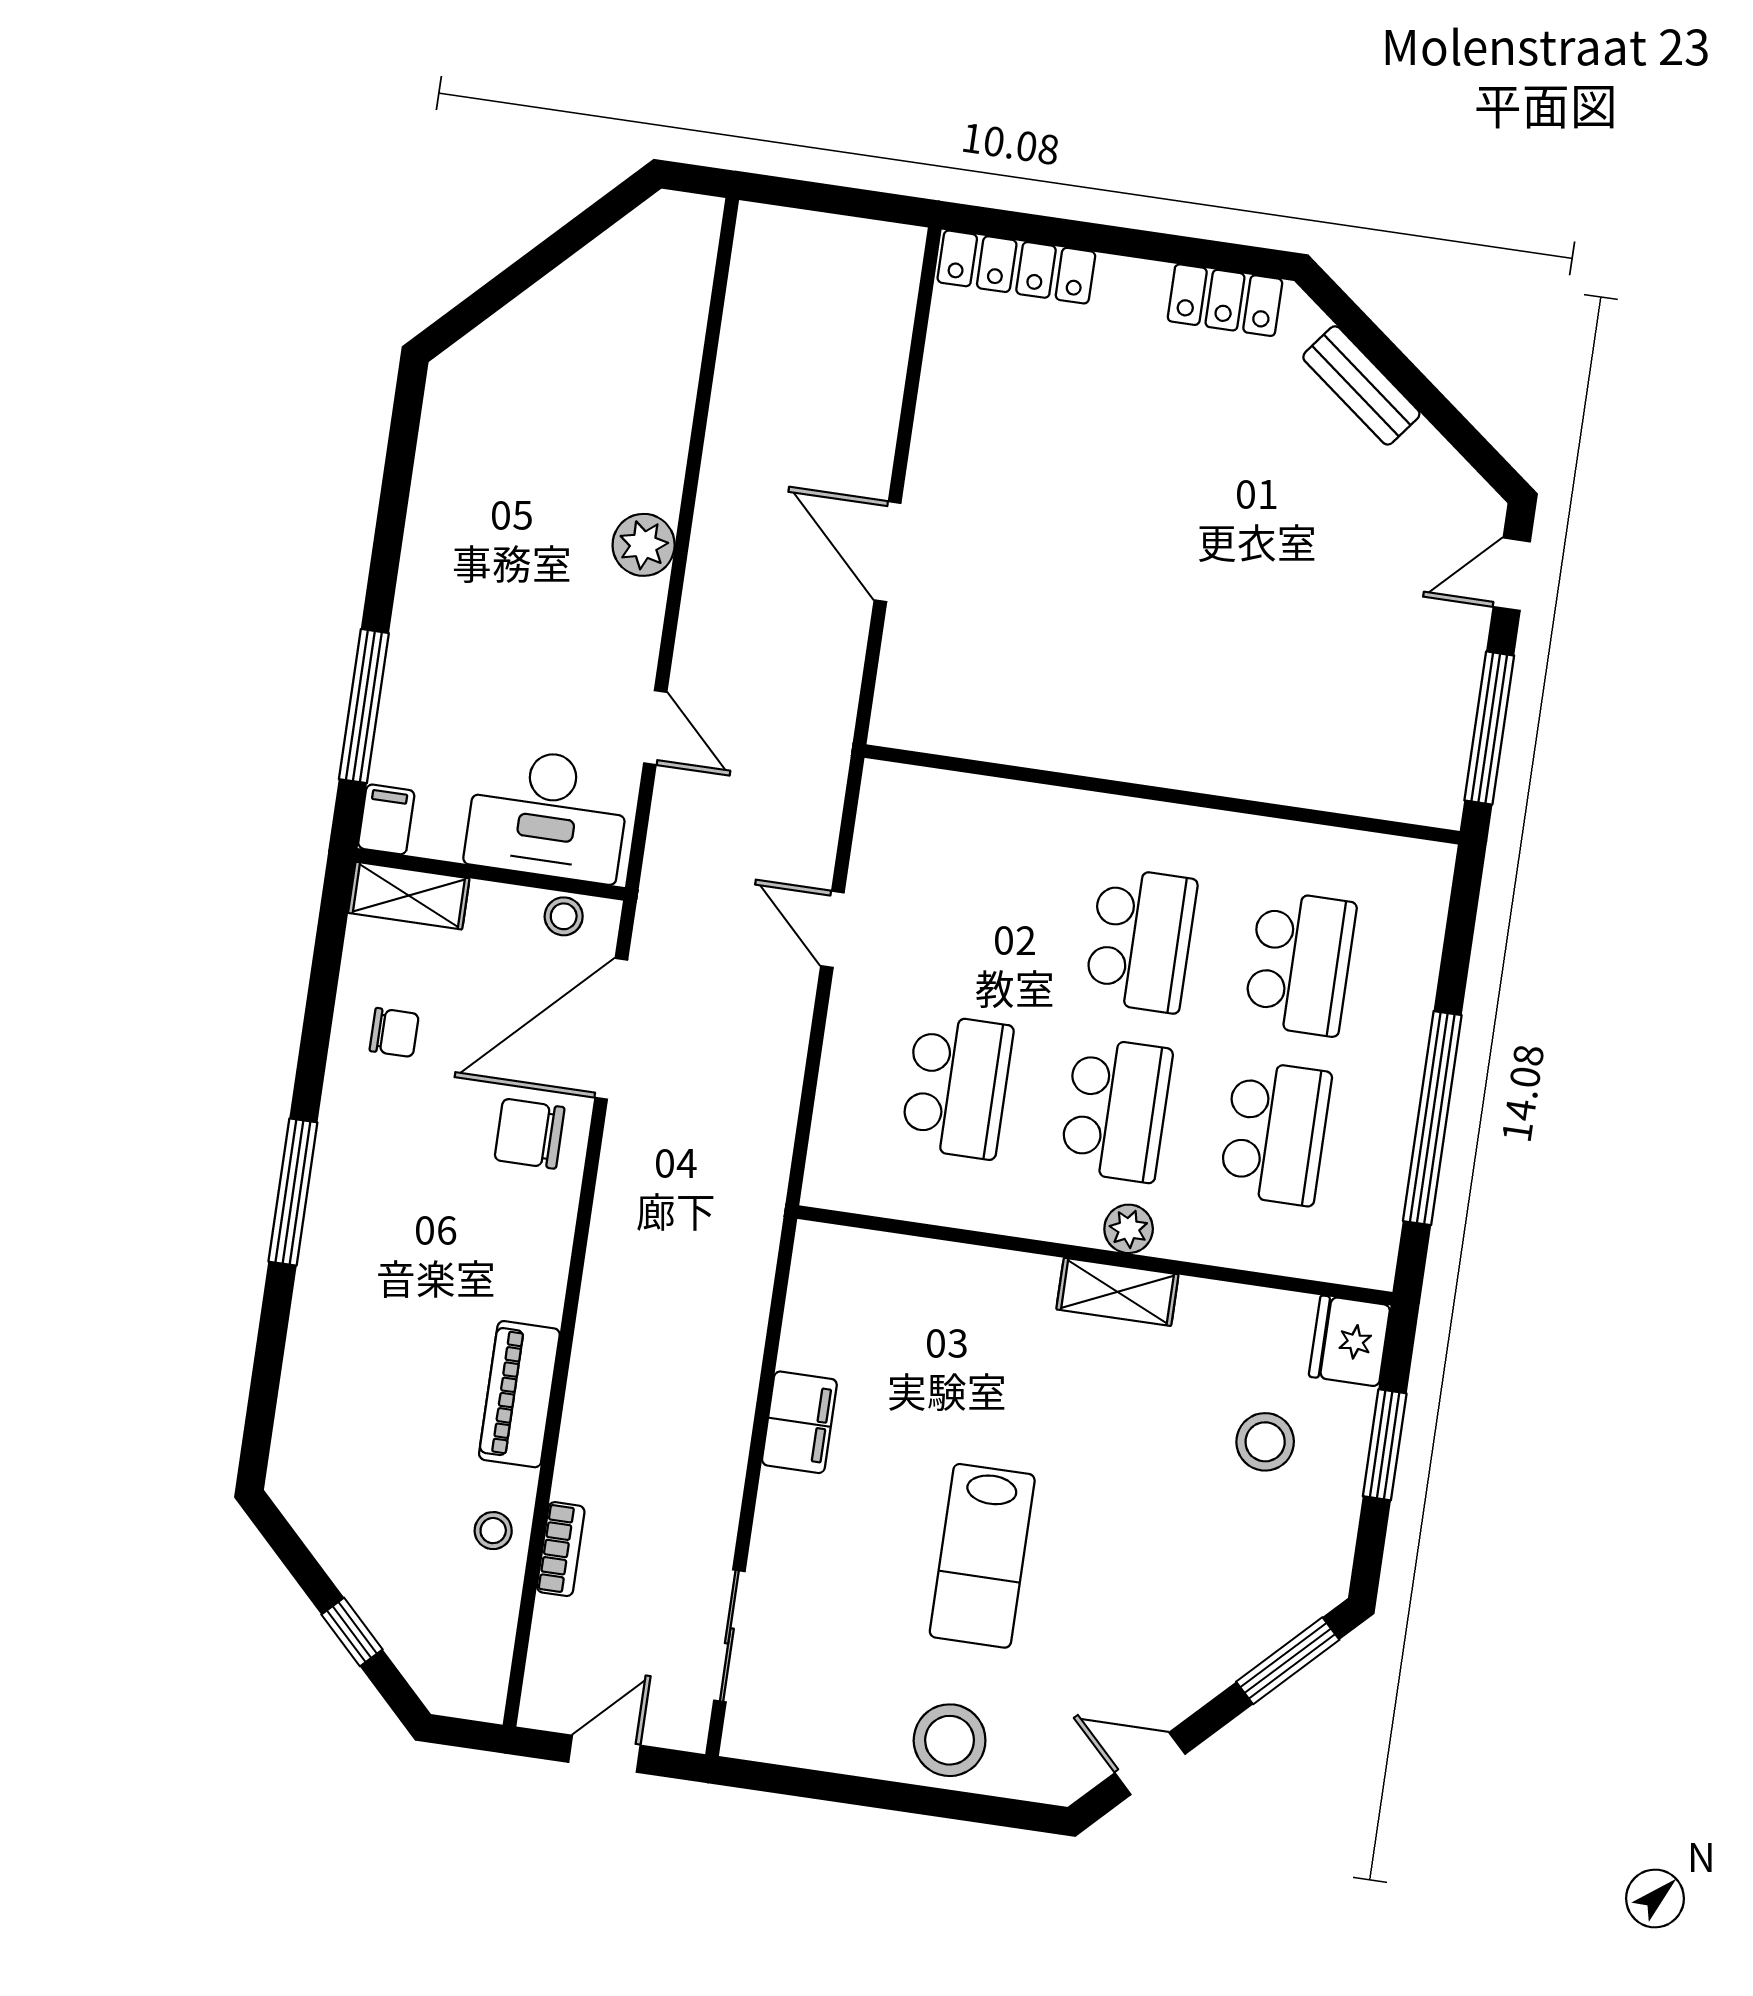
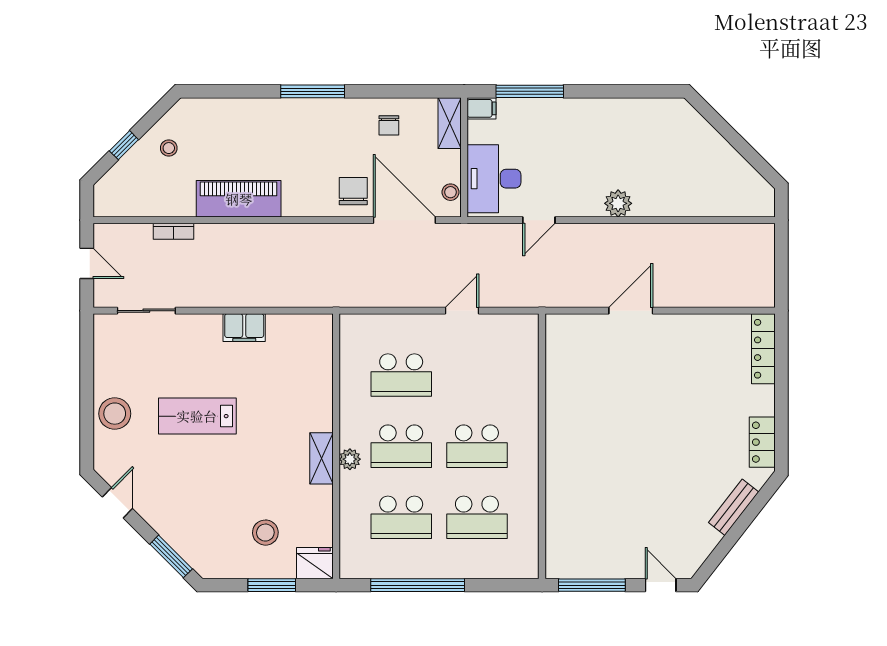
piano: (519, 1394) -> (239, 199), width x1.37, depth x1.33
stool: (493, 1531) -> (169, 148), moved

